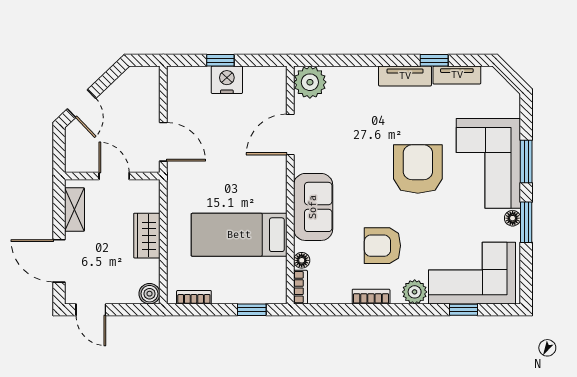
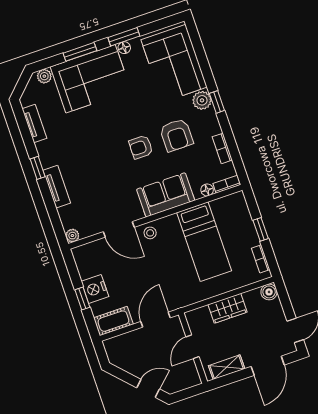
window: (434, 60) -> (38, 168), moved
tv unit: (405, 76) -> (57, 187), moved
plant: (310, 82) -> (72, 236), width x0.53, depth x0.53
cot: (179, 89) -> (113, 321), added
plant: (511, 107) -> (44, 76), added
armchair: (418, 169) -> (141, 147), moved, width x0.53, depth x0.53
stool: (273, 172) -> (150, 233), added
bookcase: (371, 297) -> (222, 148), moved
window: (252, 310) -> (261, 229), moved
window: (463, 310) -> (217, 102), moved

